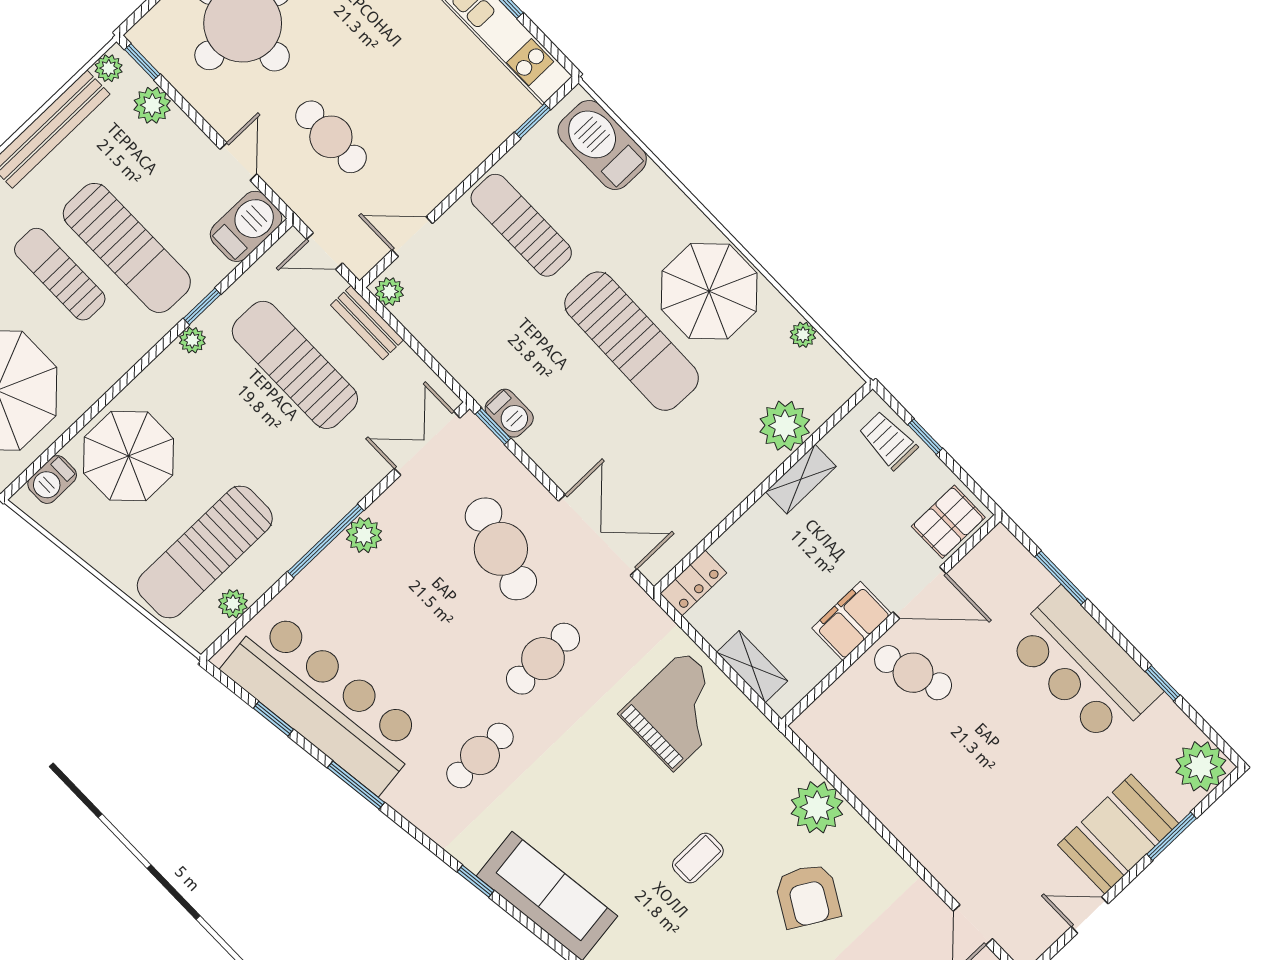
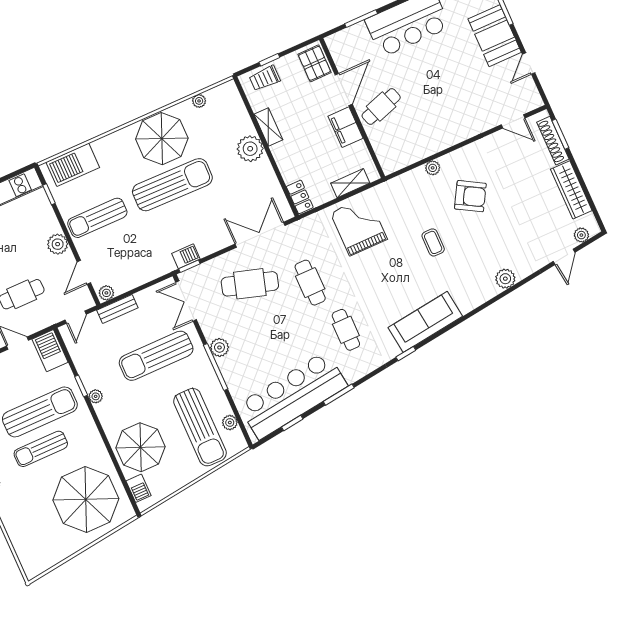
plant: (447, 170) -> (58, 244), added
sun lounger: (295, 365) -> (156, 356), moved
plant: (785, 426) -> (250, 149), moved
plant: (817, 807) -> (433, 168), width x0.53, depth x0.53

